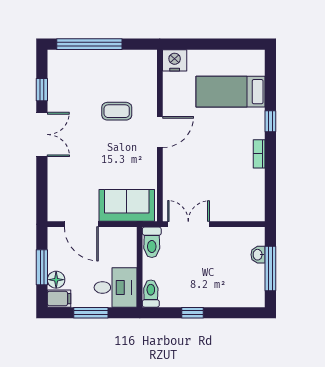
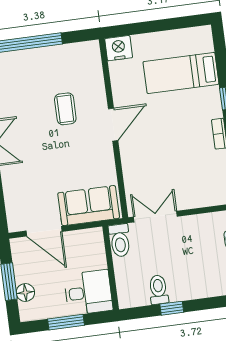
coffee table: (117, 111) -> (65, 109), turned 90
toilet: (151, 294) -> (158, 290), moved
filing cabinet: (59, 299) -> (31, 312), removed

